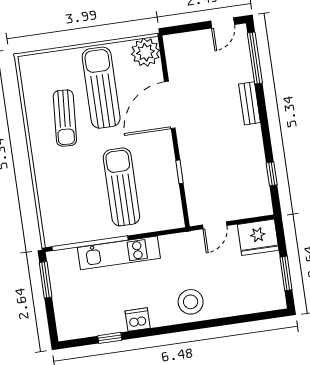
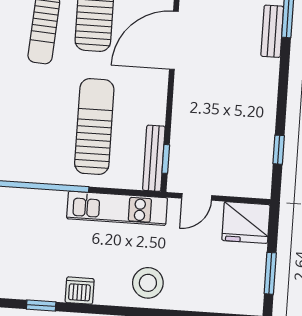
bench: (250, 103) -> (272, 31), moved
window: (180, 172) -> (166, 159), moved
bench: (174, 202) -> (154, 158), added
kitchen unit: (119, 253) -> (117, 208), moved

